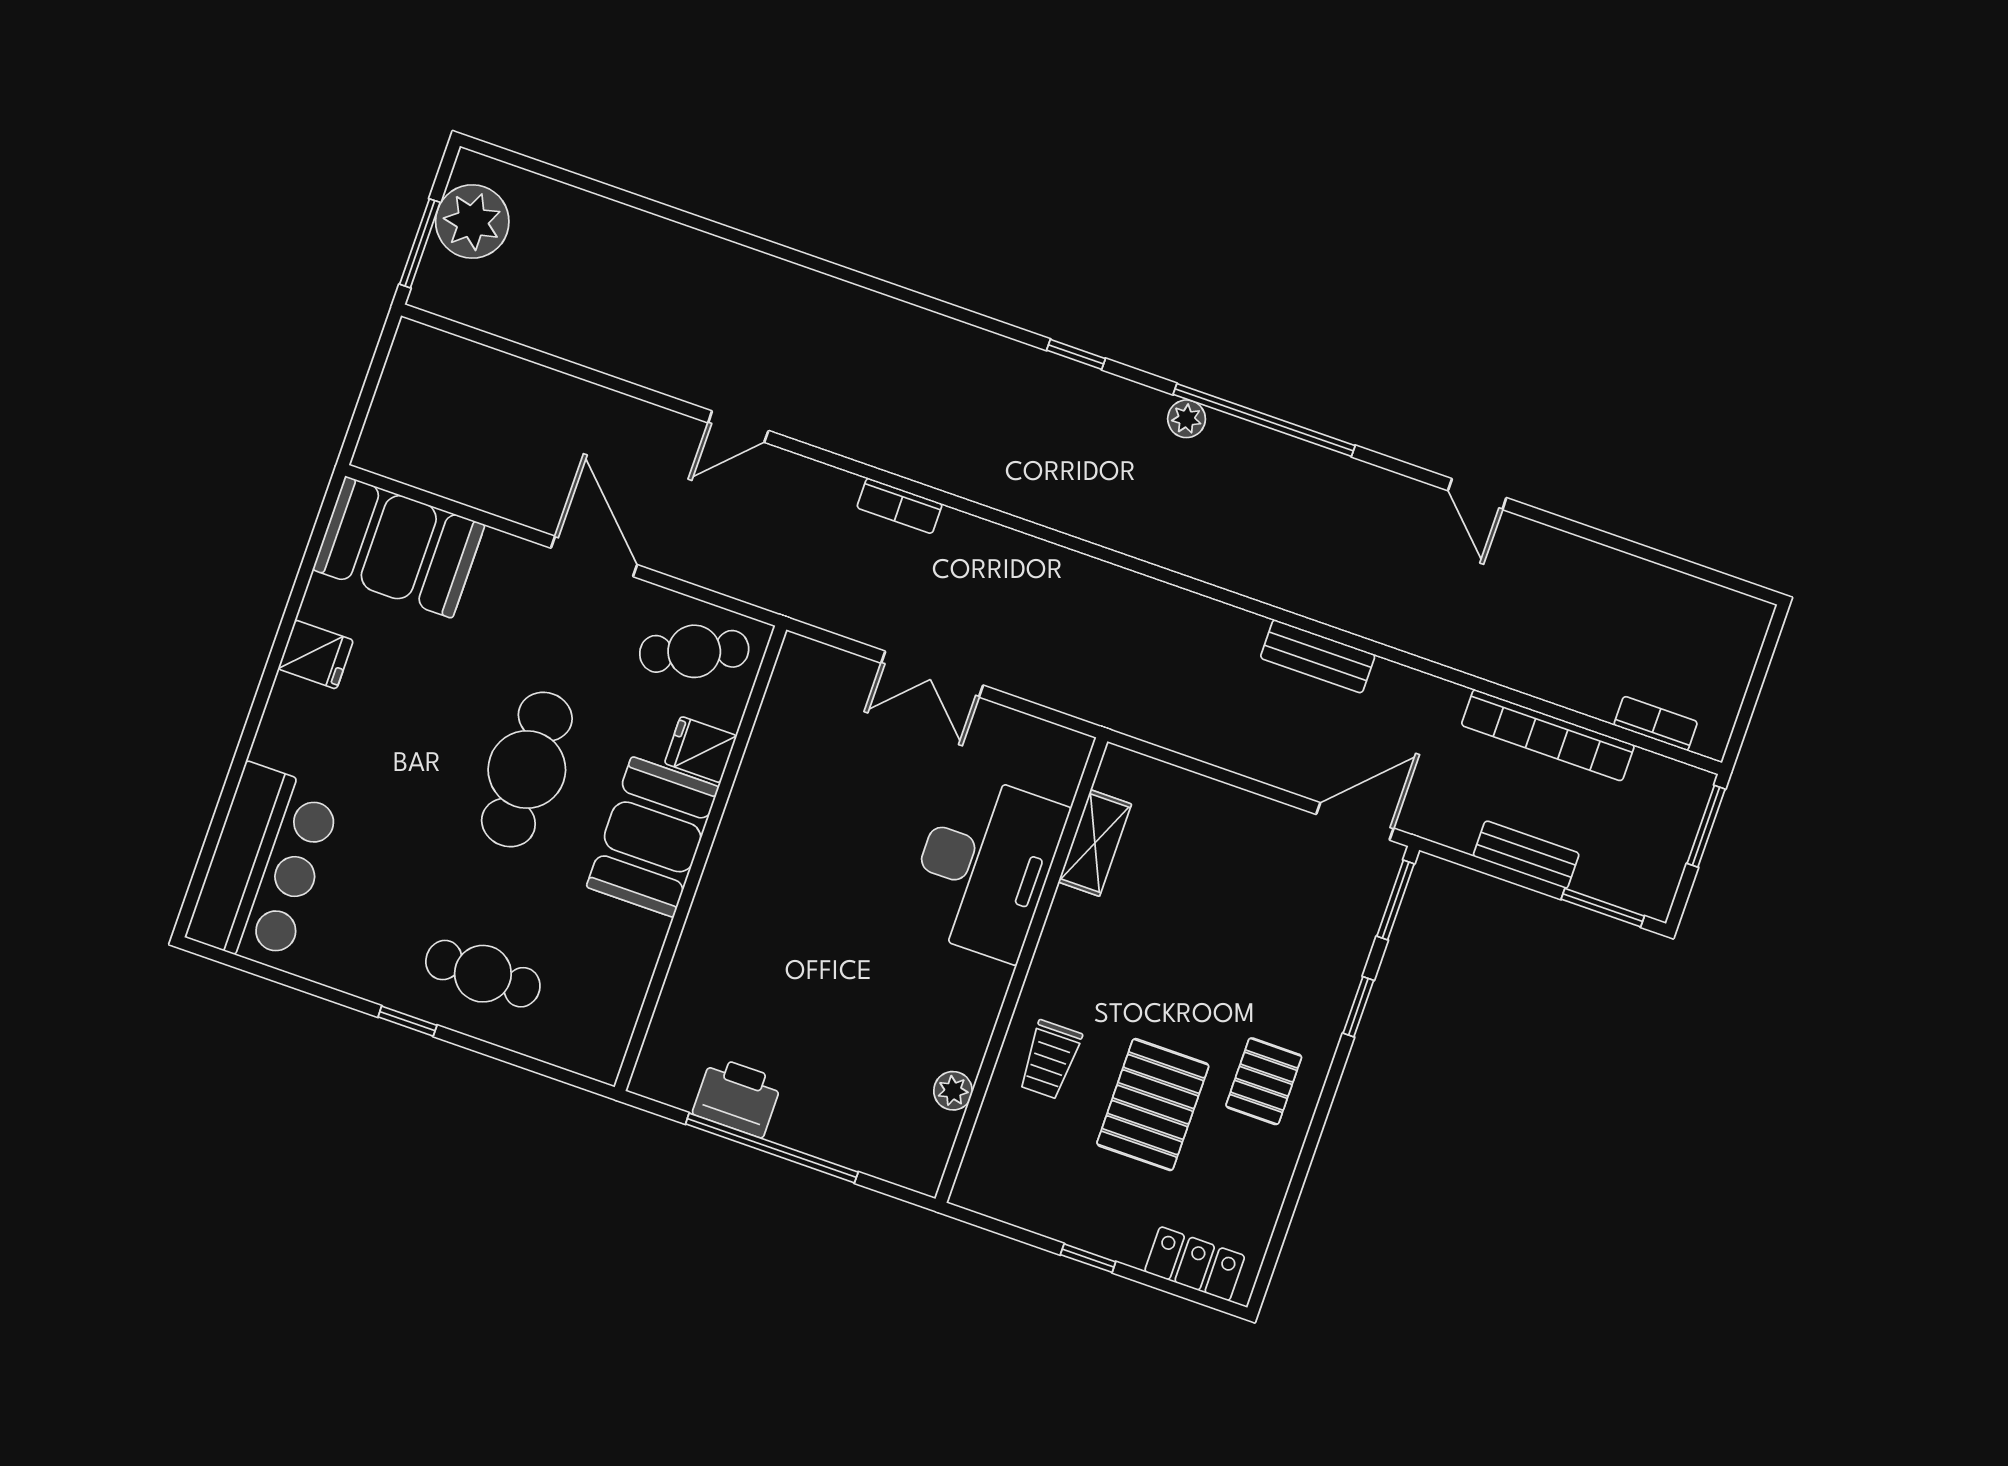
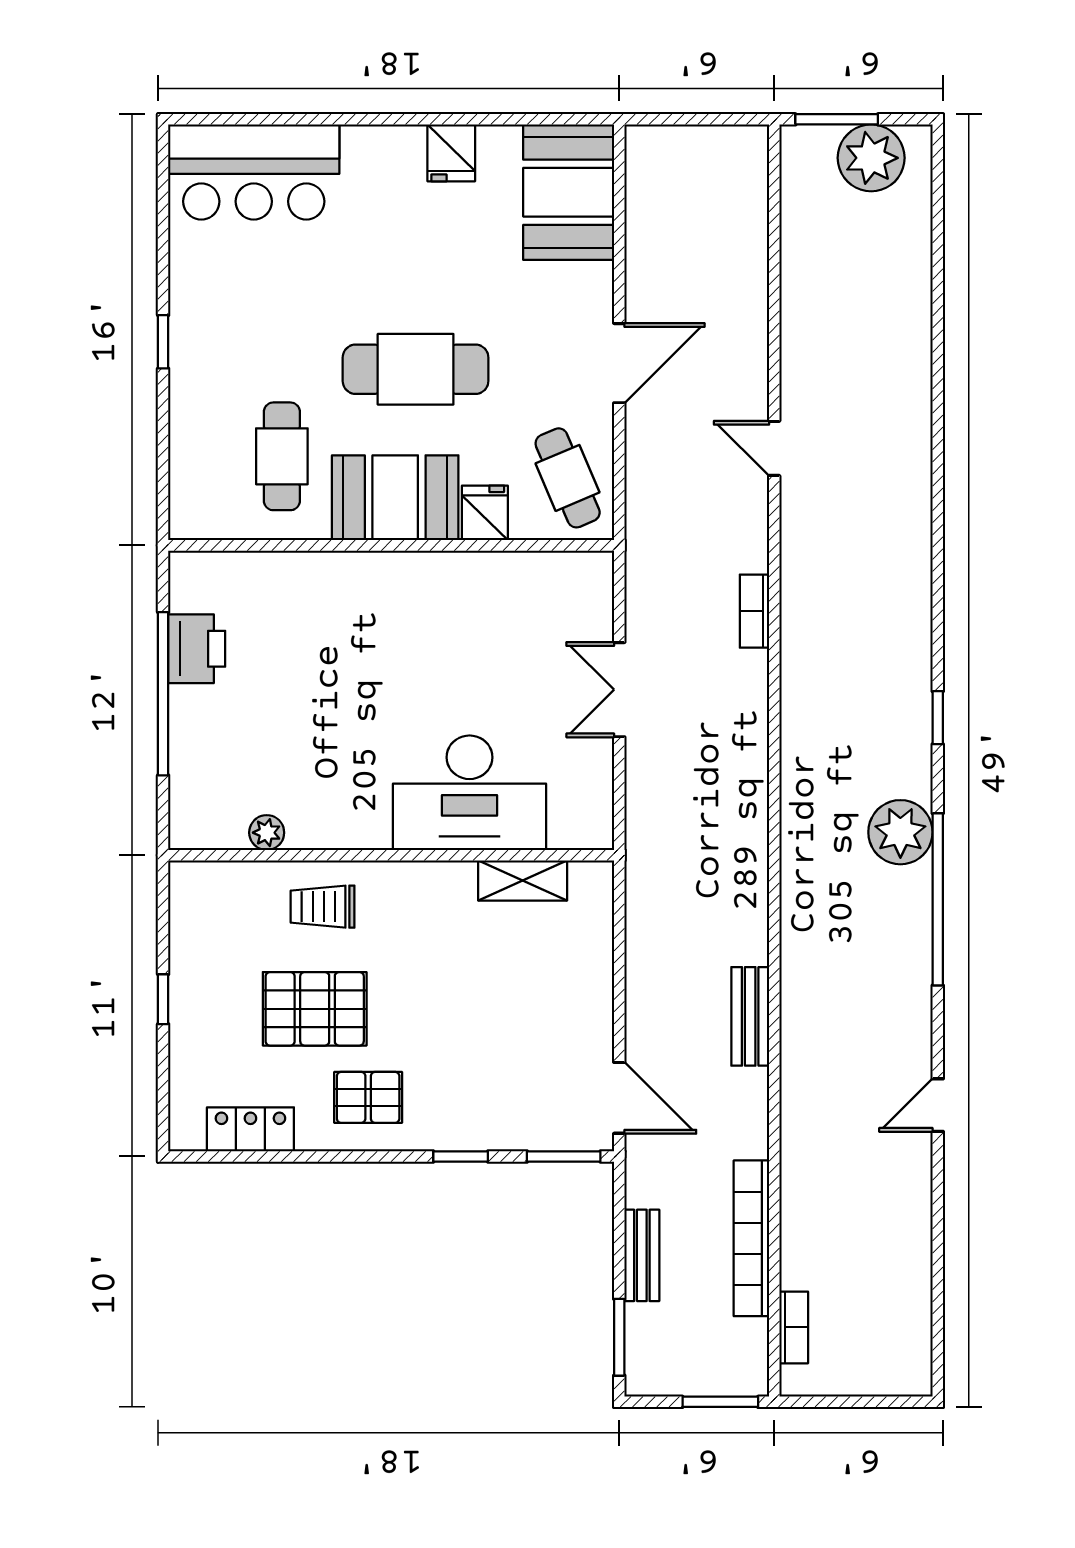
plant: (1187, 419) -> (900, 832), width x1.87, depth x1.87
cafe table: (483, 974) -> (282, 456), moved
locker: (1195, 1264) -> (250, 1129), moved, turned -90

